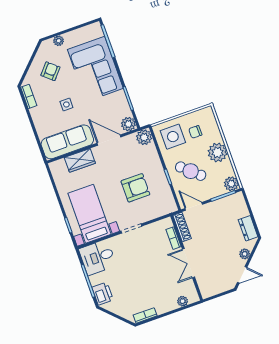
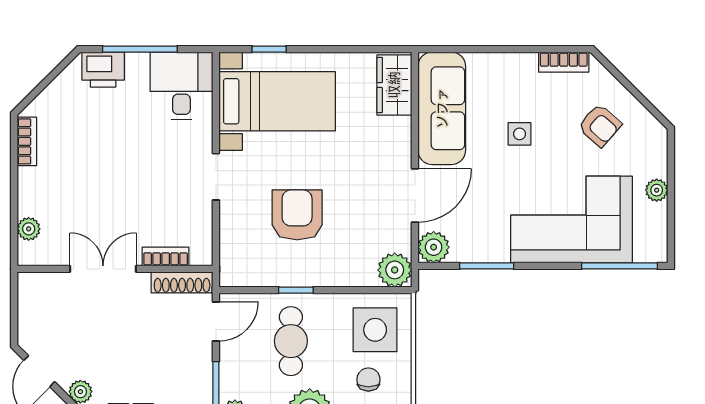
plant: (59, 41) -> (657, 190), moved
wardrobe: (80, 160) -> (394, 85), moved
cafe table: (191, 171) -> (291, 341), turned -42
armchair: (135, 188) -> (297, 215), turned 180

